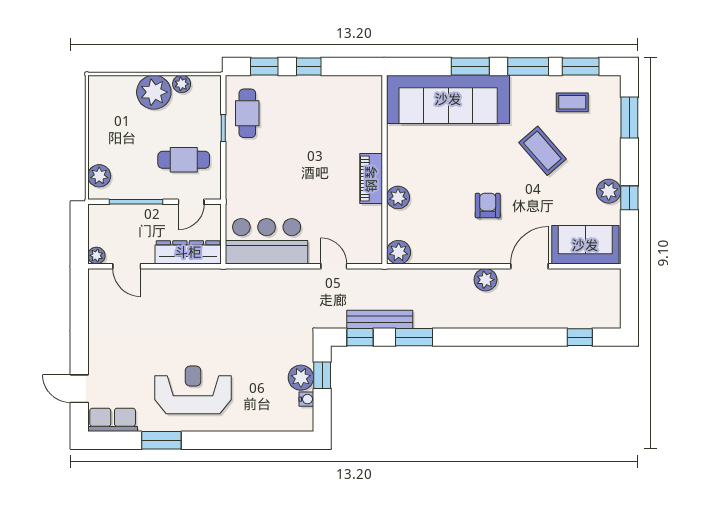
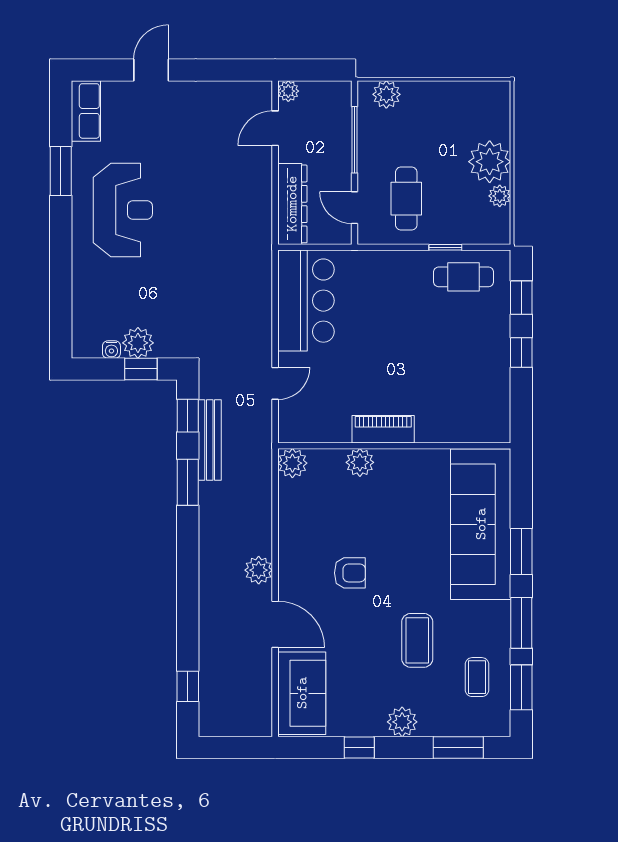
coffee table: (542, 151) -> (417, 640), turned -49
plant: (609, 191) -> (402, 722), moved
door: (79, 389) -> (151, 70), moved

